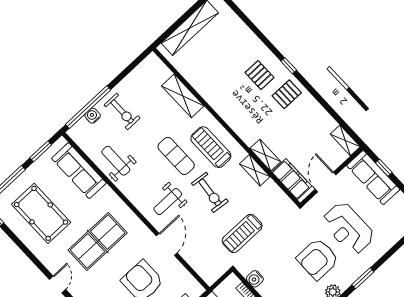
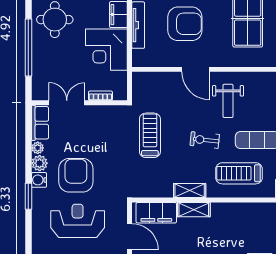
treadmill: (211, 147) -> (239, 173), turned 180
exercise bike: (210, 192) -> (205, 140), width x0.73, depth x0.72
weight bench: (168, 202) -> (228, 101), turned 180
water cooler: (255, 279) -> (39, 180), moved, turned -90

